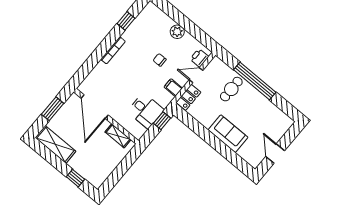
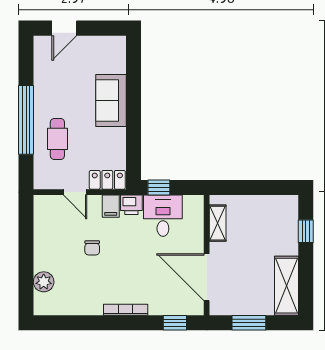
window: (126, 21) -> (175, 323), moved
plant: (177, 32) -> (44, 282), moved
printer: (199, 58) -> (131, 205), moved
cafe table: (231, 89) -> (57, 139), turned 90
door: (95, 107) -> (207, 277), swing flipped
door: (275, 154) -> (64, 28), moved

